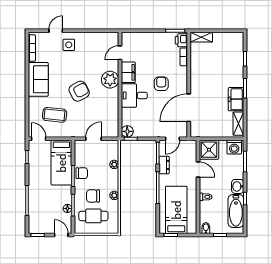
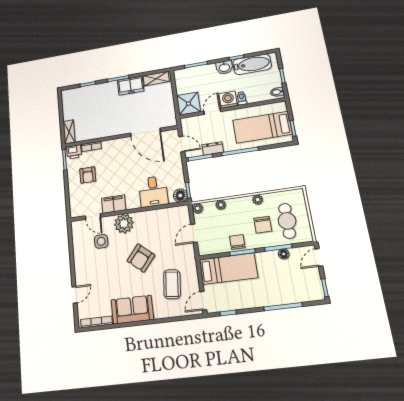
door: (56, 31) -> (74, 295), swing flipped
side table: (69, 45) -> (101, 241), moved
armchair: (161, 84) -> (88, 175), moved, turned -90
armchair: (79, 91) -> (141, 258), turned -112
desk: (134, 95) -> (153, 191), moved
door: (94, 139) -> (194, 233), hinge flipped
plant: (114, 145) -> (198, 208), added
washing machine: (234, 147) -> (228, 100), moved, turned -90

